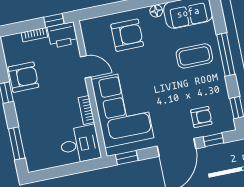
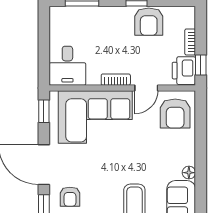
armchair: (127, 35) -> (175, 114), moved
bookcase: (86, 110) -> (116, 80), moved

